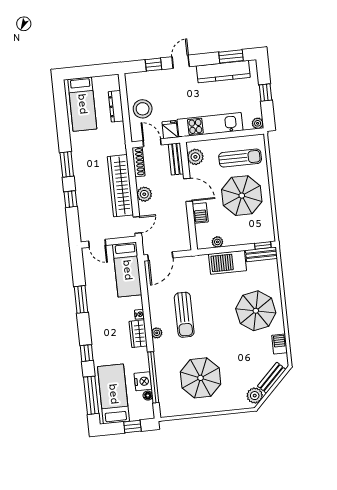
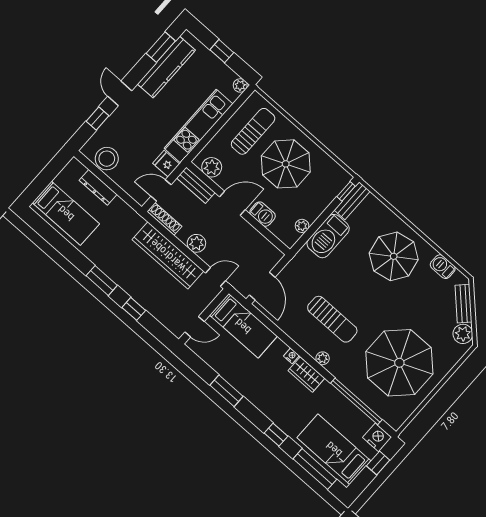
stool: (143, 109) -> (107, 159), moved
door: (137, 225) -> (216, 277), hinge flipped
parasol: (201, 378) -> (399, 363), width x1.36, depth x1.36
nightstand: (143, 381) -> (377, 437), moved
floor lamp: (148, 396) -> (366, 422), removed

